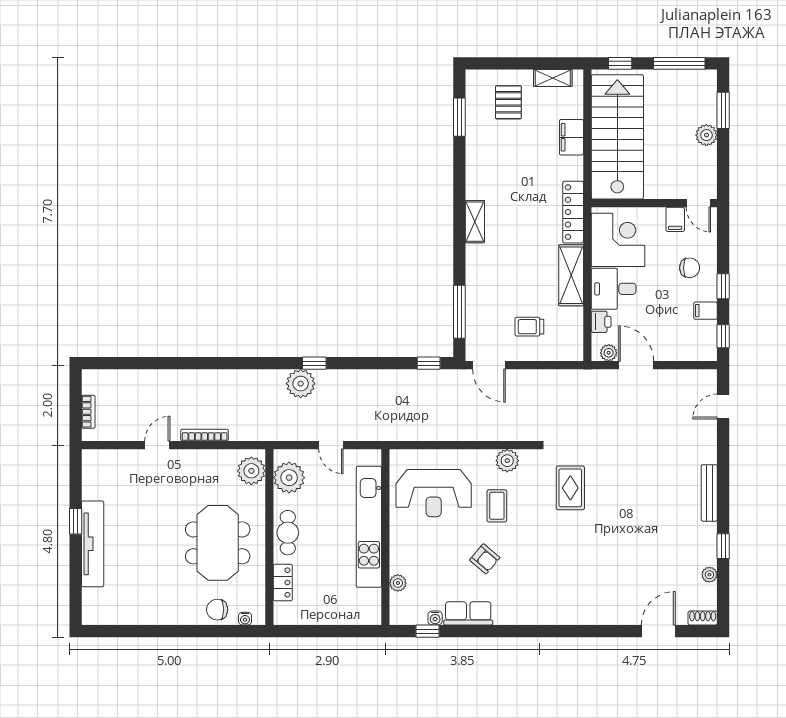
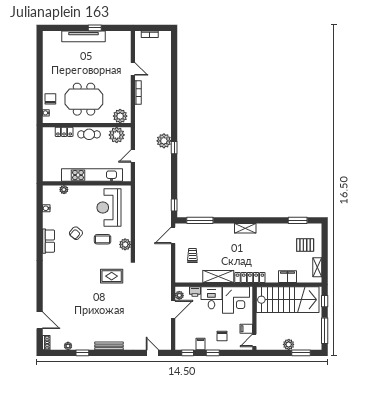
row of seats: (468, 613) -> (49, 241), moved
window: (427, 631) -> (40, 204), removed

